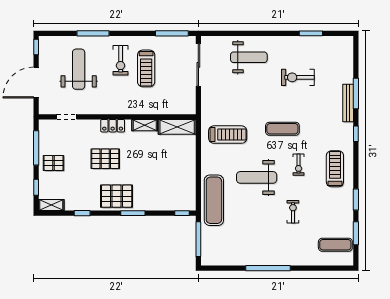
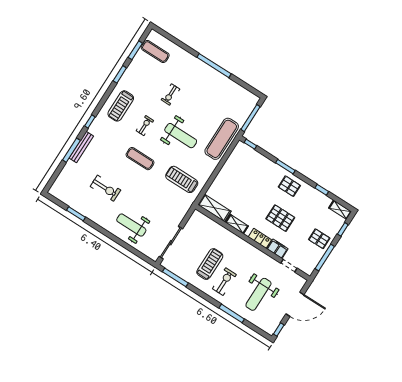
filing cabinet: (89, 127) -> (277, 249), added
pallet: (117, 196) -> (289, 186), width x0.67, depth x0.71

